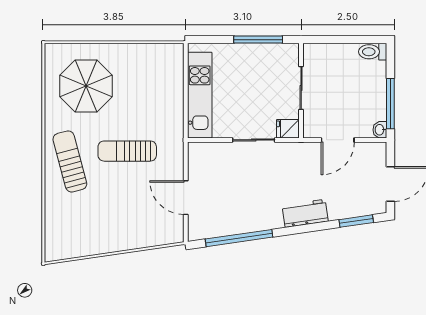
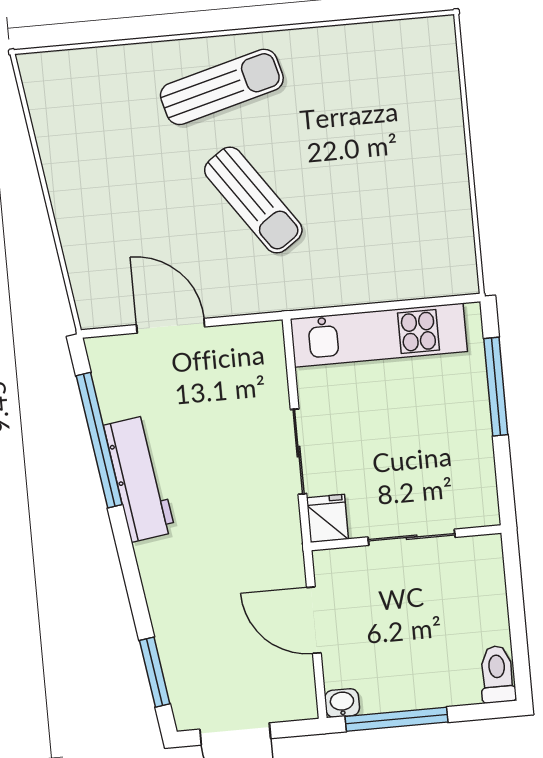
window: (258, 40) -> (496, 387), moved
parasol: (86, 86) -> (376, 105), removed
sun lounger: (127, 151) -> (253, 200), turned 145
door: (186, 198) -> (171, 326), hinge flipped
workbench: (305, 213) -> (139, 479), moved, width x1.38

